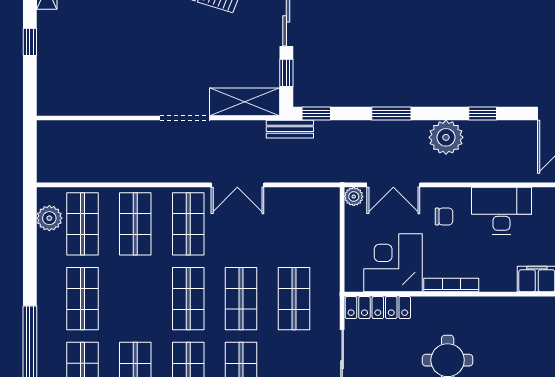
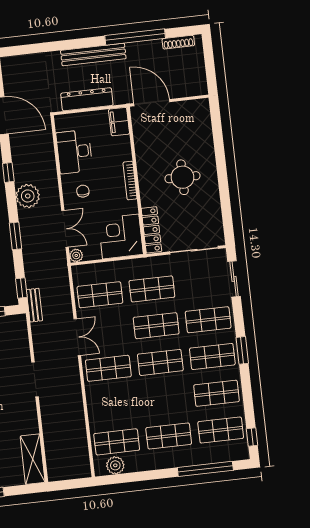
shelving: (245, 102) -> (33, 459), moved
shop shelf: (135, 224) -> (100, 295), moved
corner desk: (393, 263) -> (121, 236), moved, turned 90

